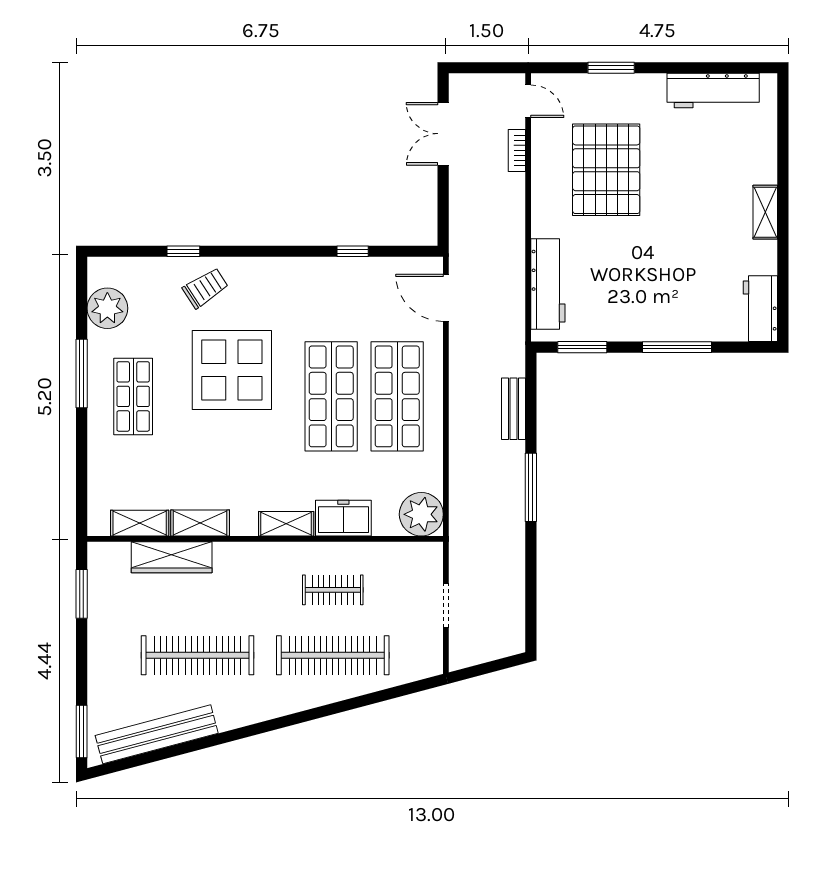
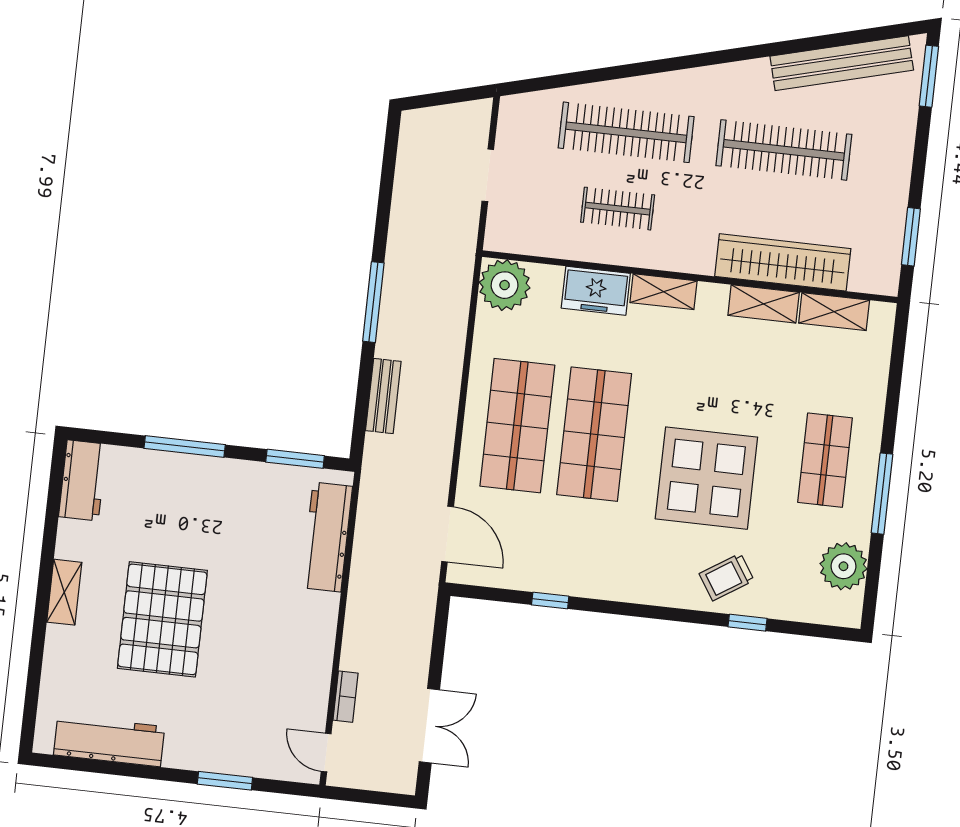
pallet: (606, 170) -> (162, 619), moved
wardrobe: (172, 557) -> (783, 262), width x1.40, depth x1.17

